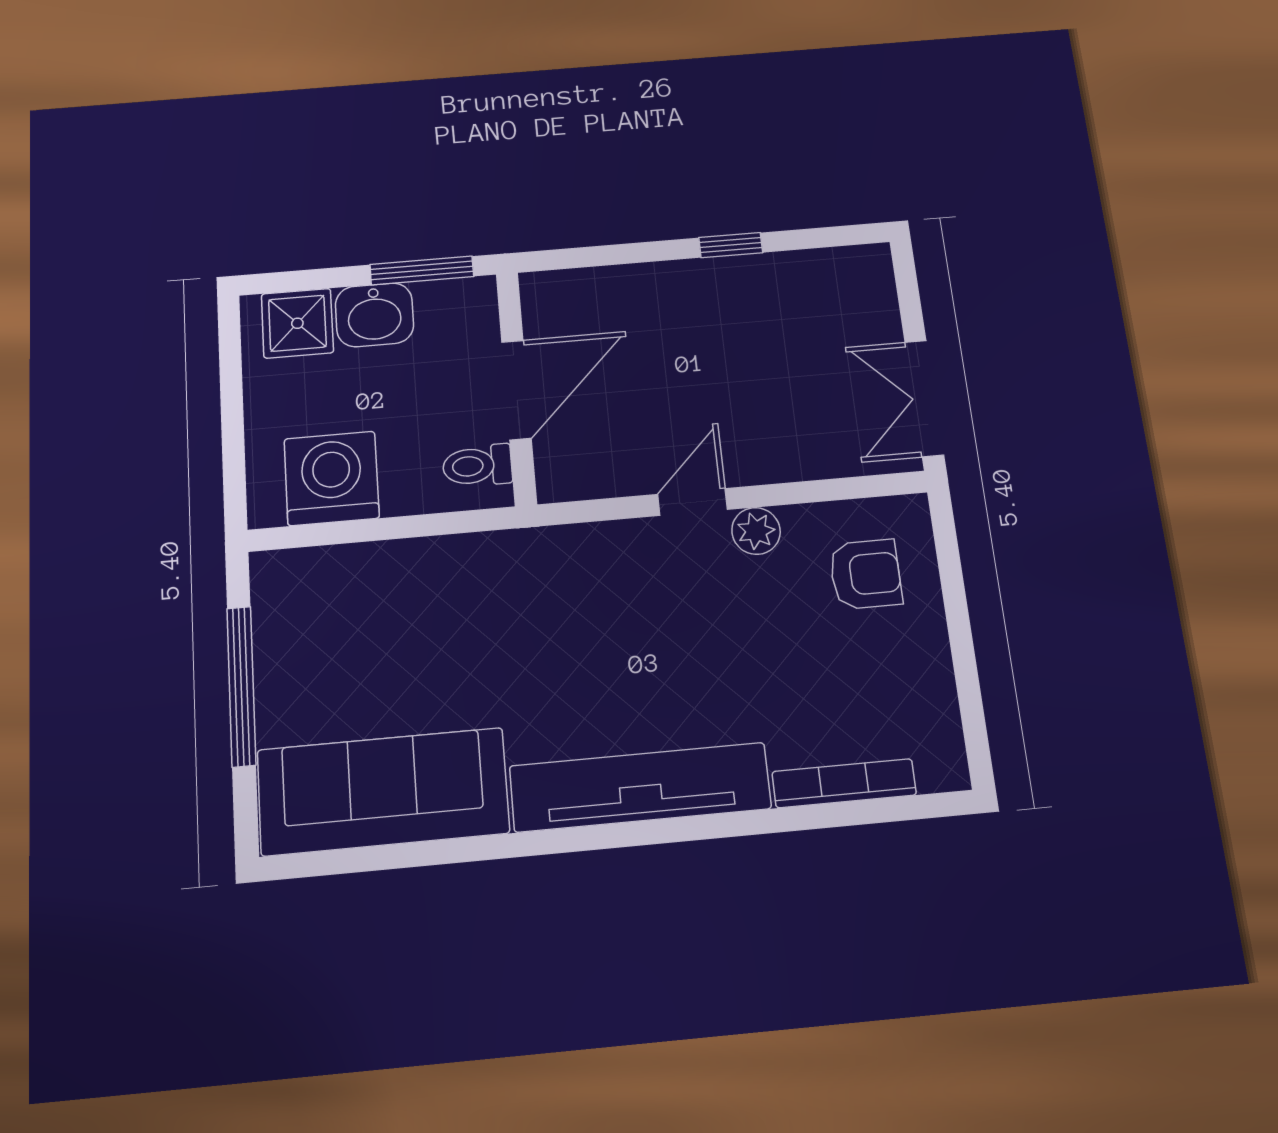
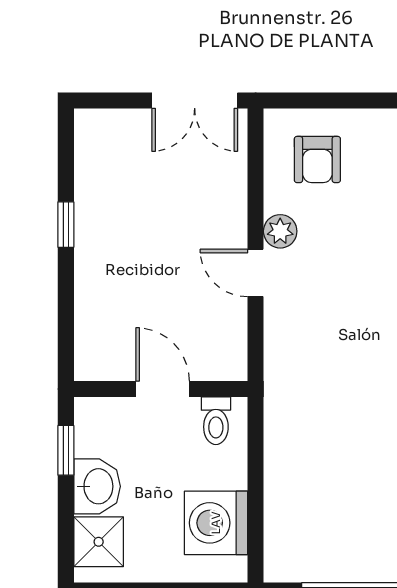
window: (422, 270) -> (66, 450), width x0.67
door: (516, 390) -> (163, 389), width x0.73
armchair: (866, 574) -> (317, 159), turned 180

